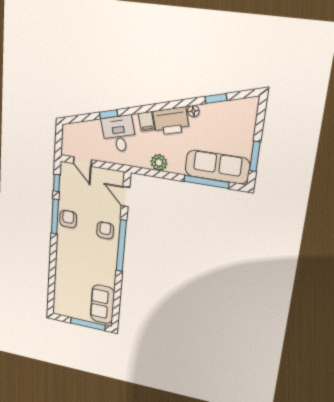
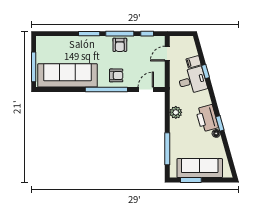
window: (216, 99) -> (220, 123), moved
filing cabinet: (146, 121) -> (194, 62), moved
sofa: (217, 167) -> (200, 168), moved, turned -90
armchair: (68, 219) -> (120, 45), turned 90
window: (53, 253) -> (89, 34), added
sofa: (102, 304) -> (67, 75), width x1.85, depth x1.27

